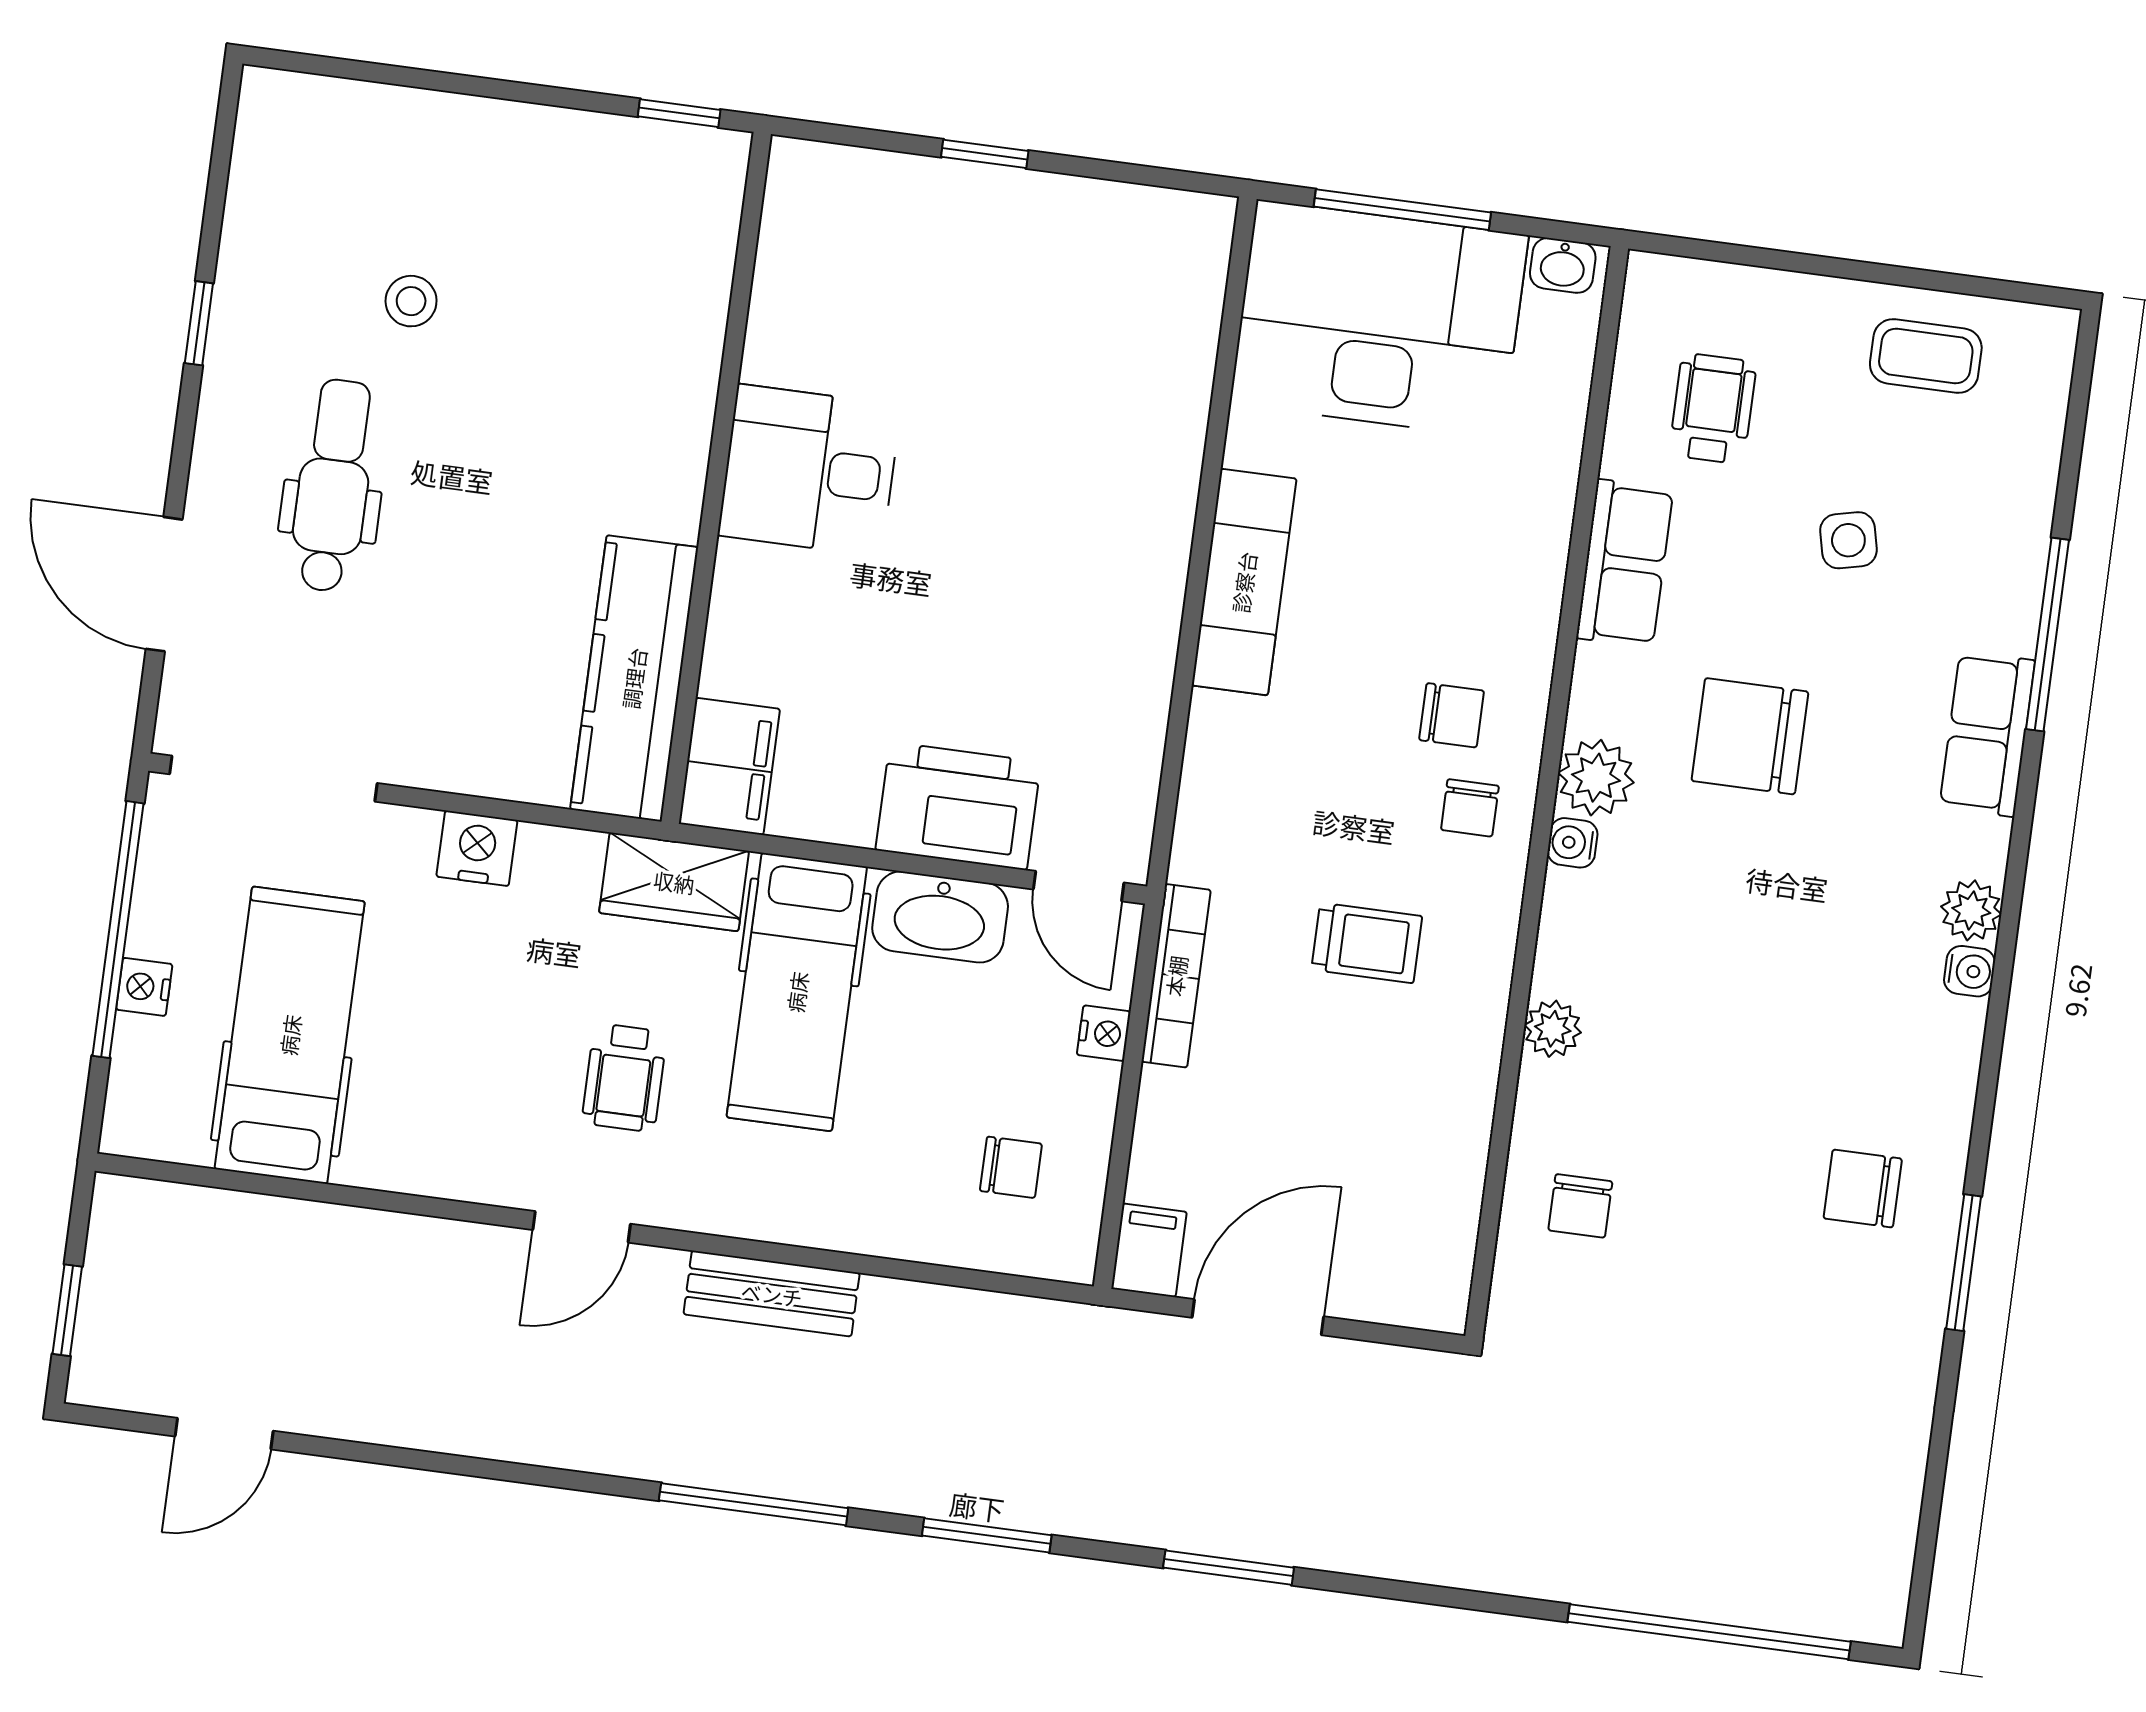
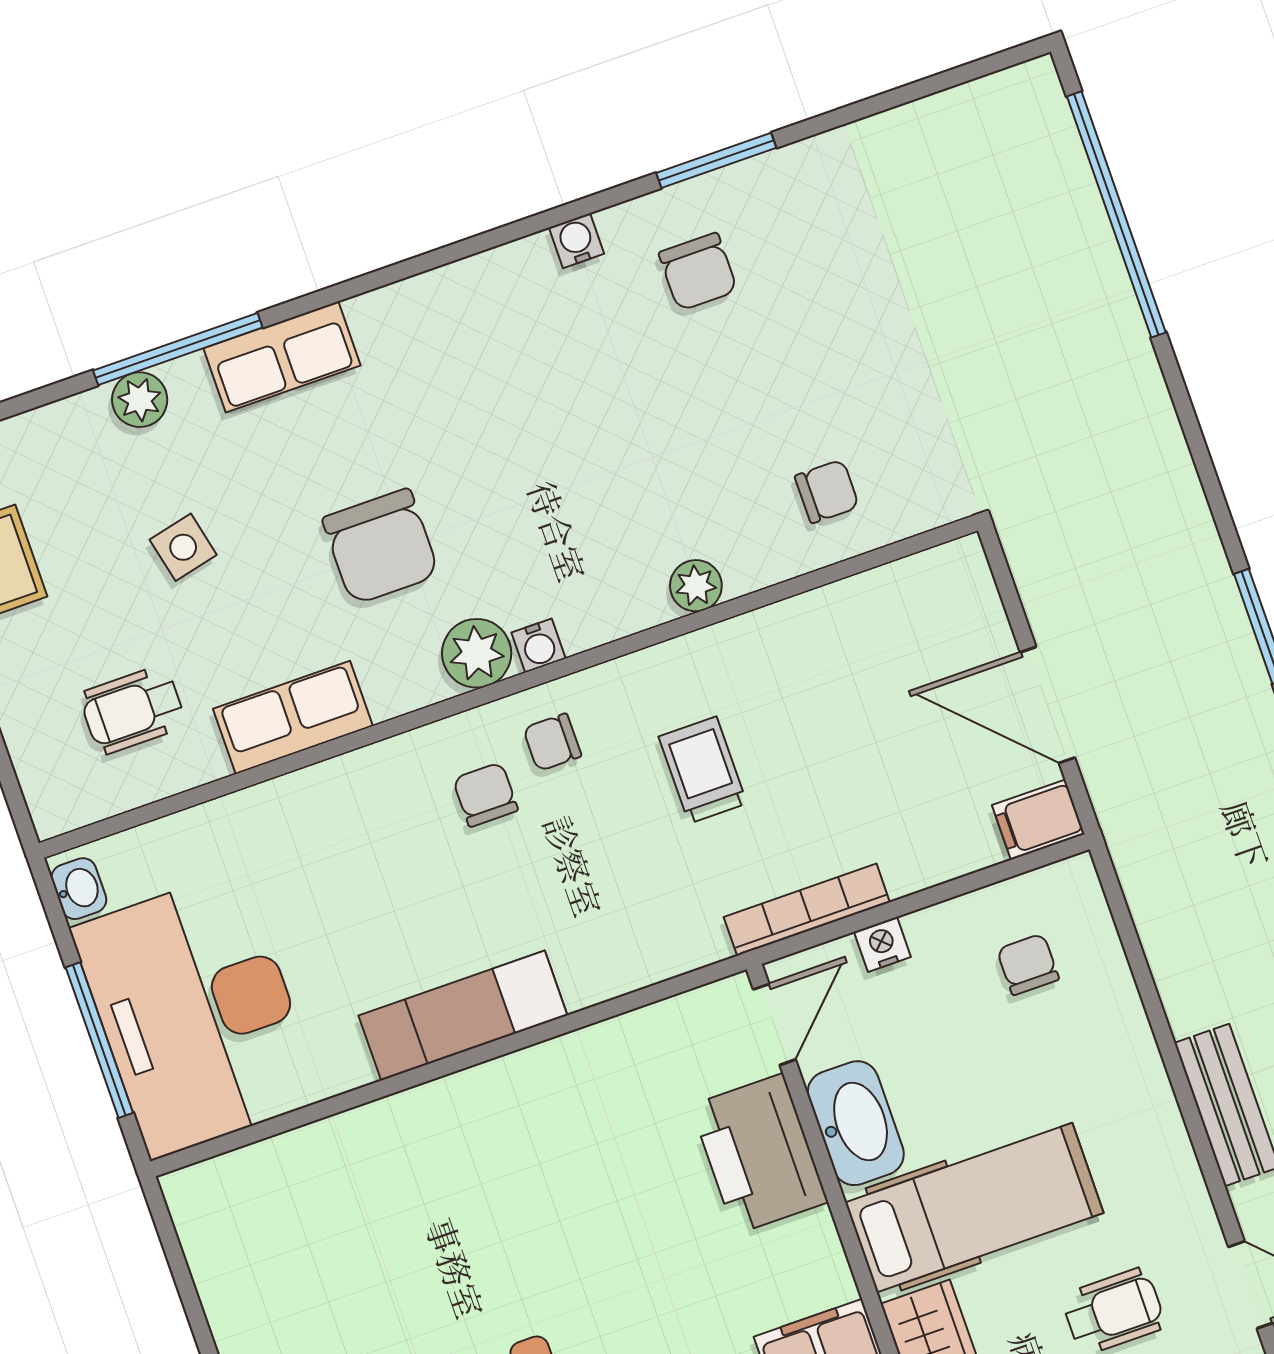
chair: (1470, 808) -> (552, 742), turned 180
plant: (1971, 910) -> (140, 400), moved
water cooler: (1970, 971) -> (577, 241), moved

